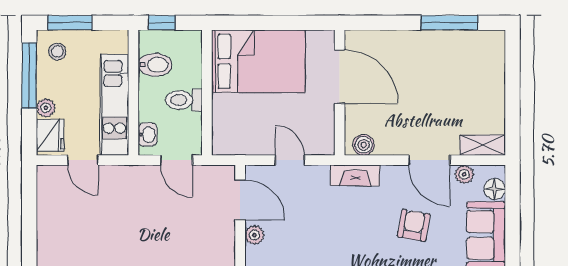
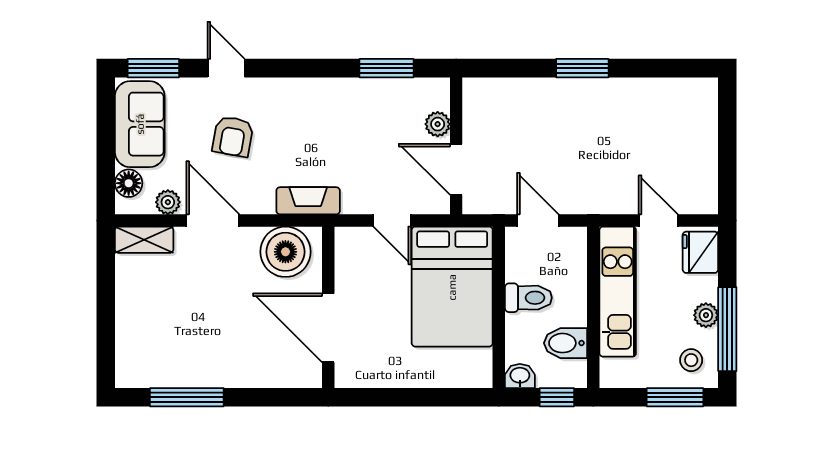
bed: (258, 61) -> (452, 287), moved, turned -90
plant: (46, 108) -> (706, 315), moved
washbasin: (148, 135) -> (520, 376), moved, turned 90
boiler: (364, 145) -> (285, 252), width x1.86, depth x1.86

